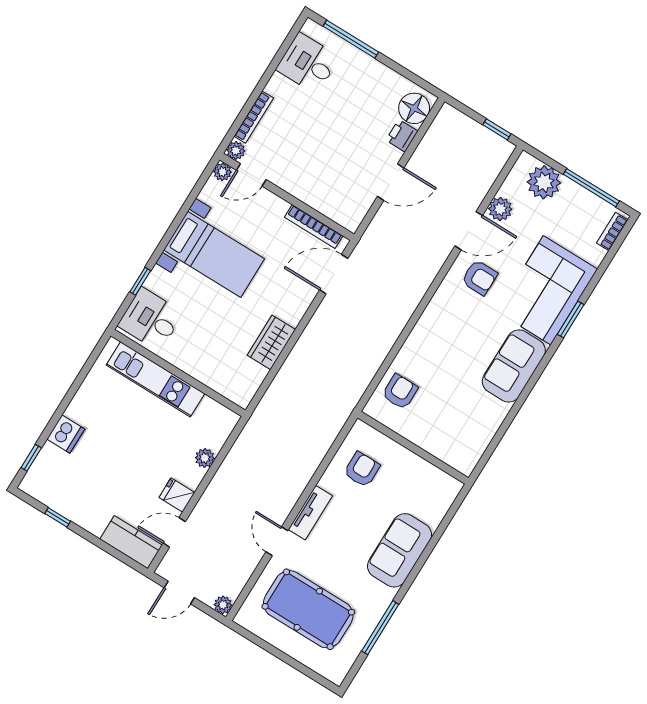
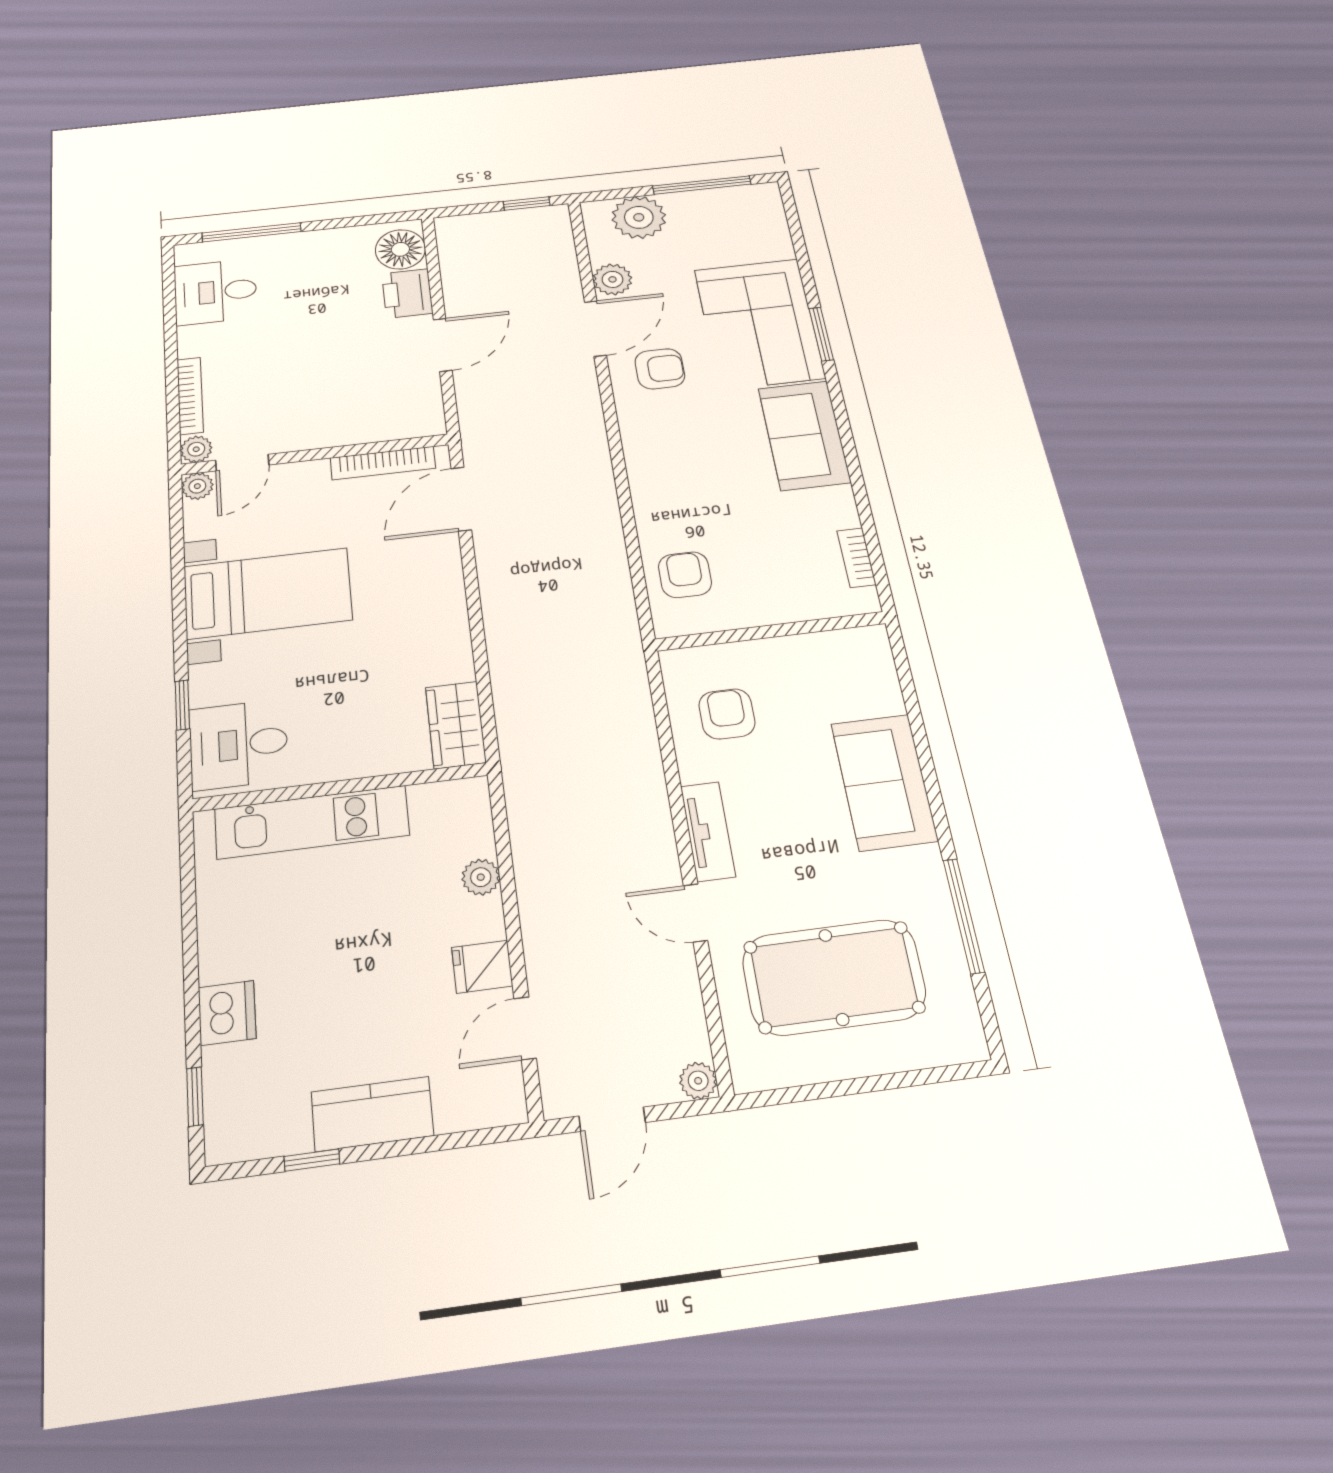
printer: (402, 136) -> (407, 293), width x1.36, depth x1.24
bookcase: (612, 231) -> (856, 558), moved
wardrobe: (271, 342) -> (456, 725), moved
kitchen counter: (131, 542) -> (372, 1114), moved

